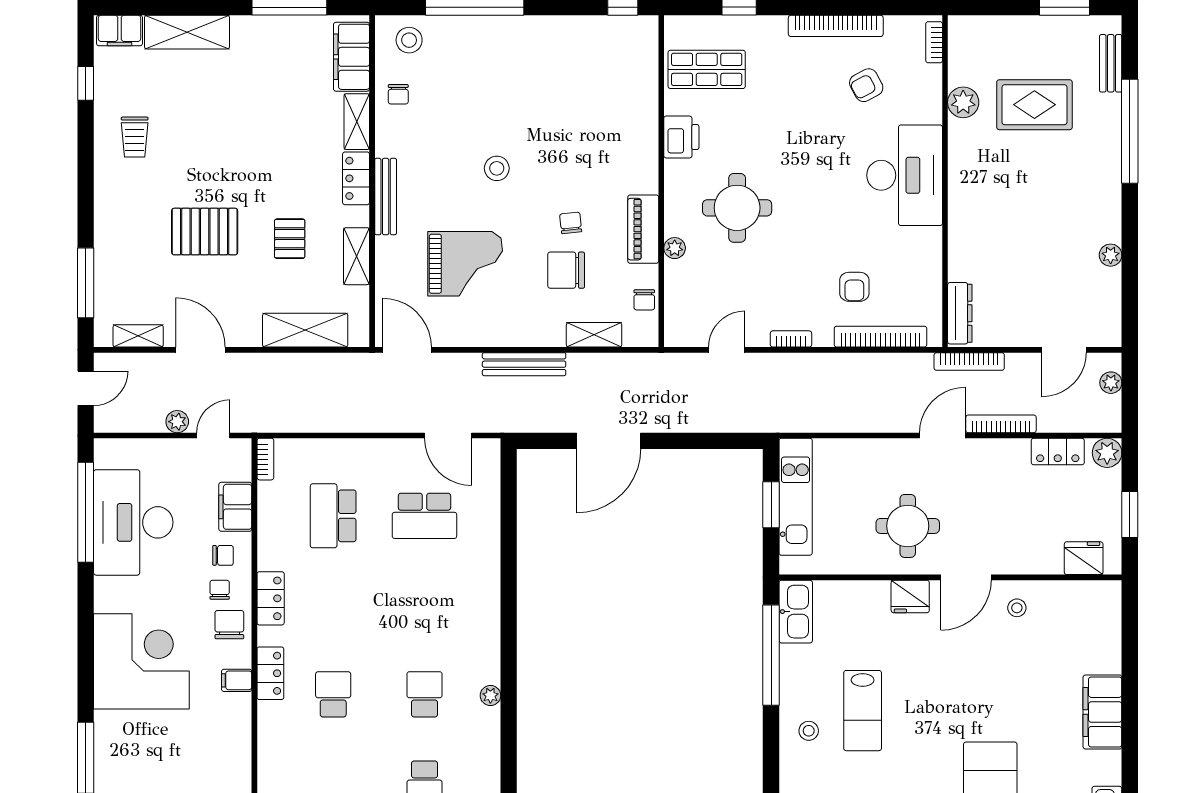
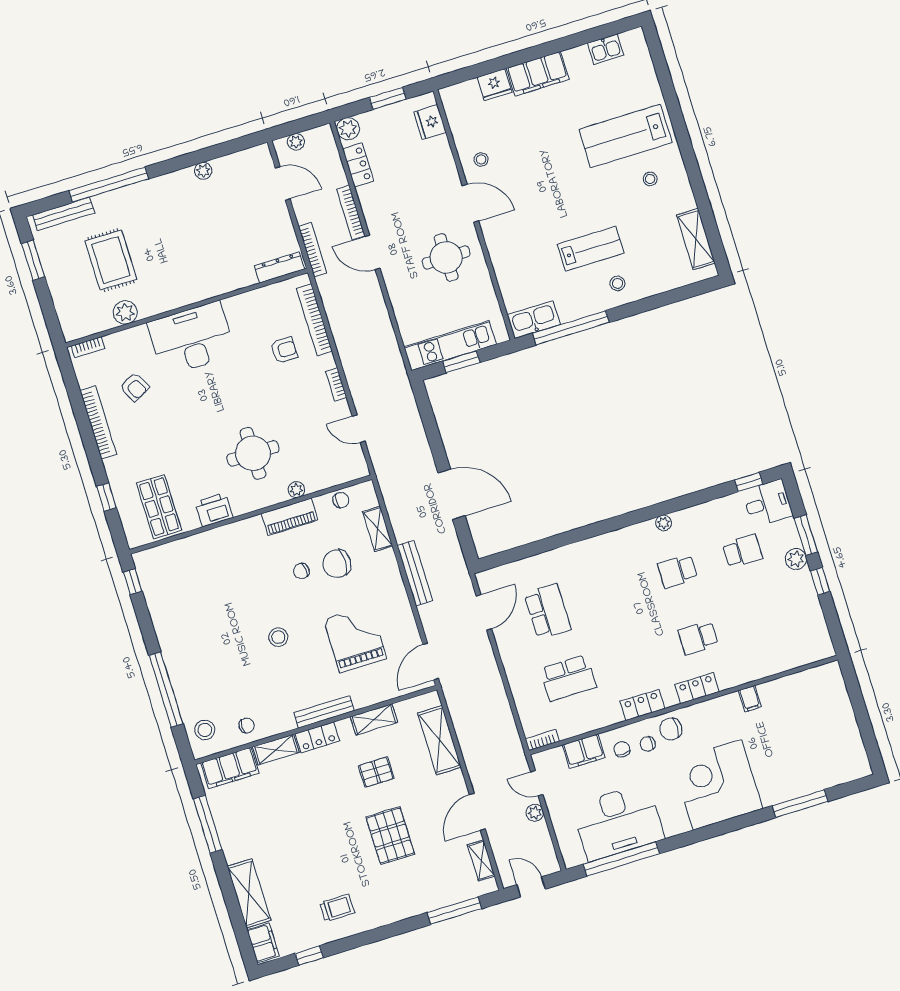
bench: (1111, 63) -> (64, 214), width x1.36
chair: (566, 270) -> (337, 564), turned 90
fridge: (910, 596) -> (495, 85), moved, turned 90
filing cabinet: (237, 680) -> (750, 699), moved

